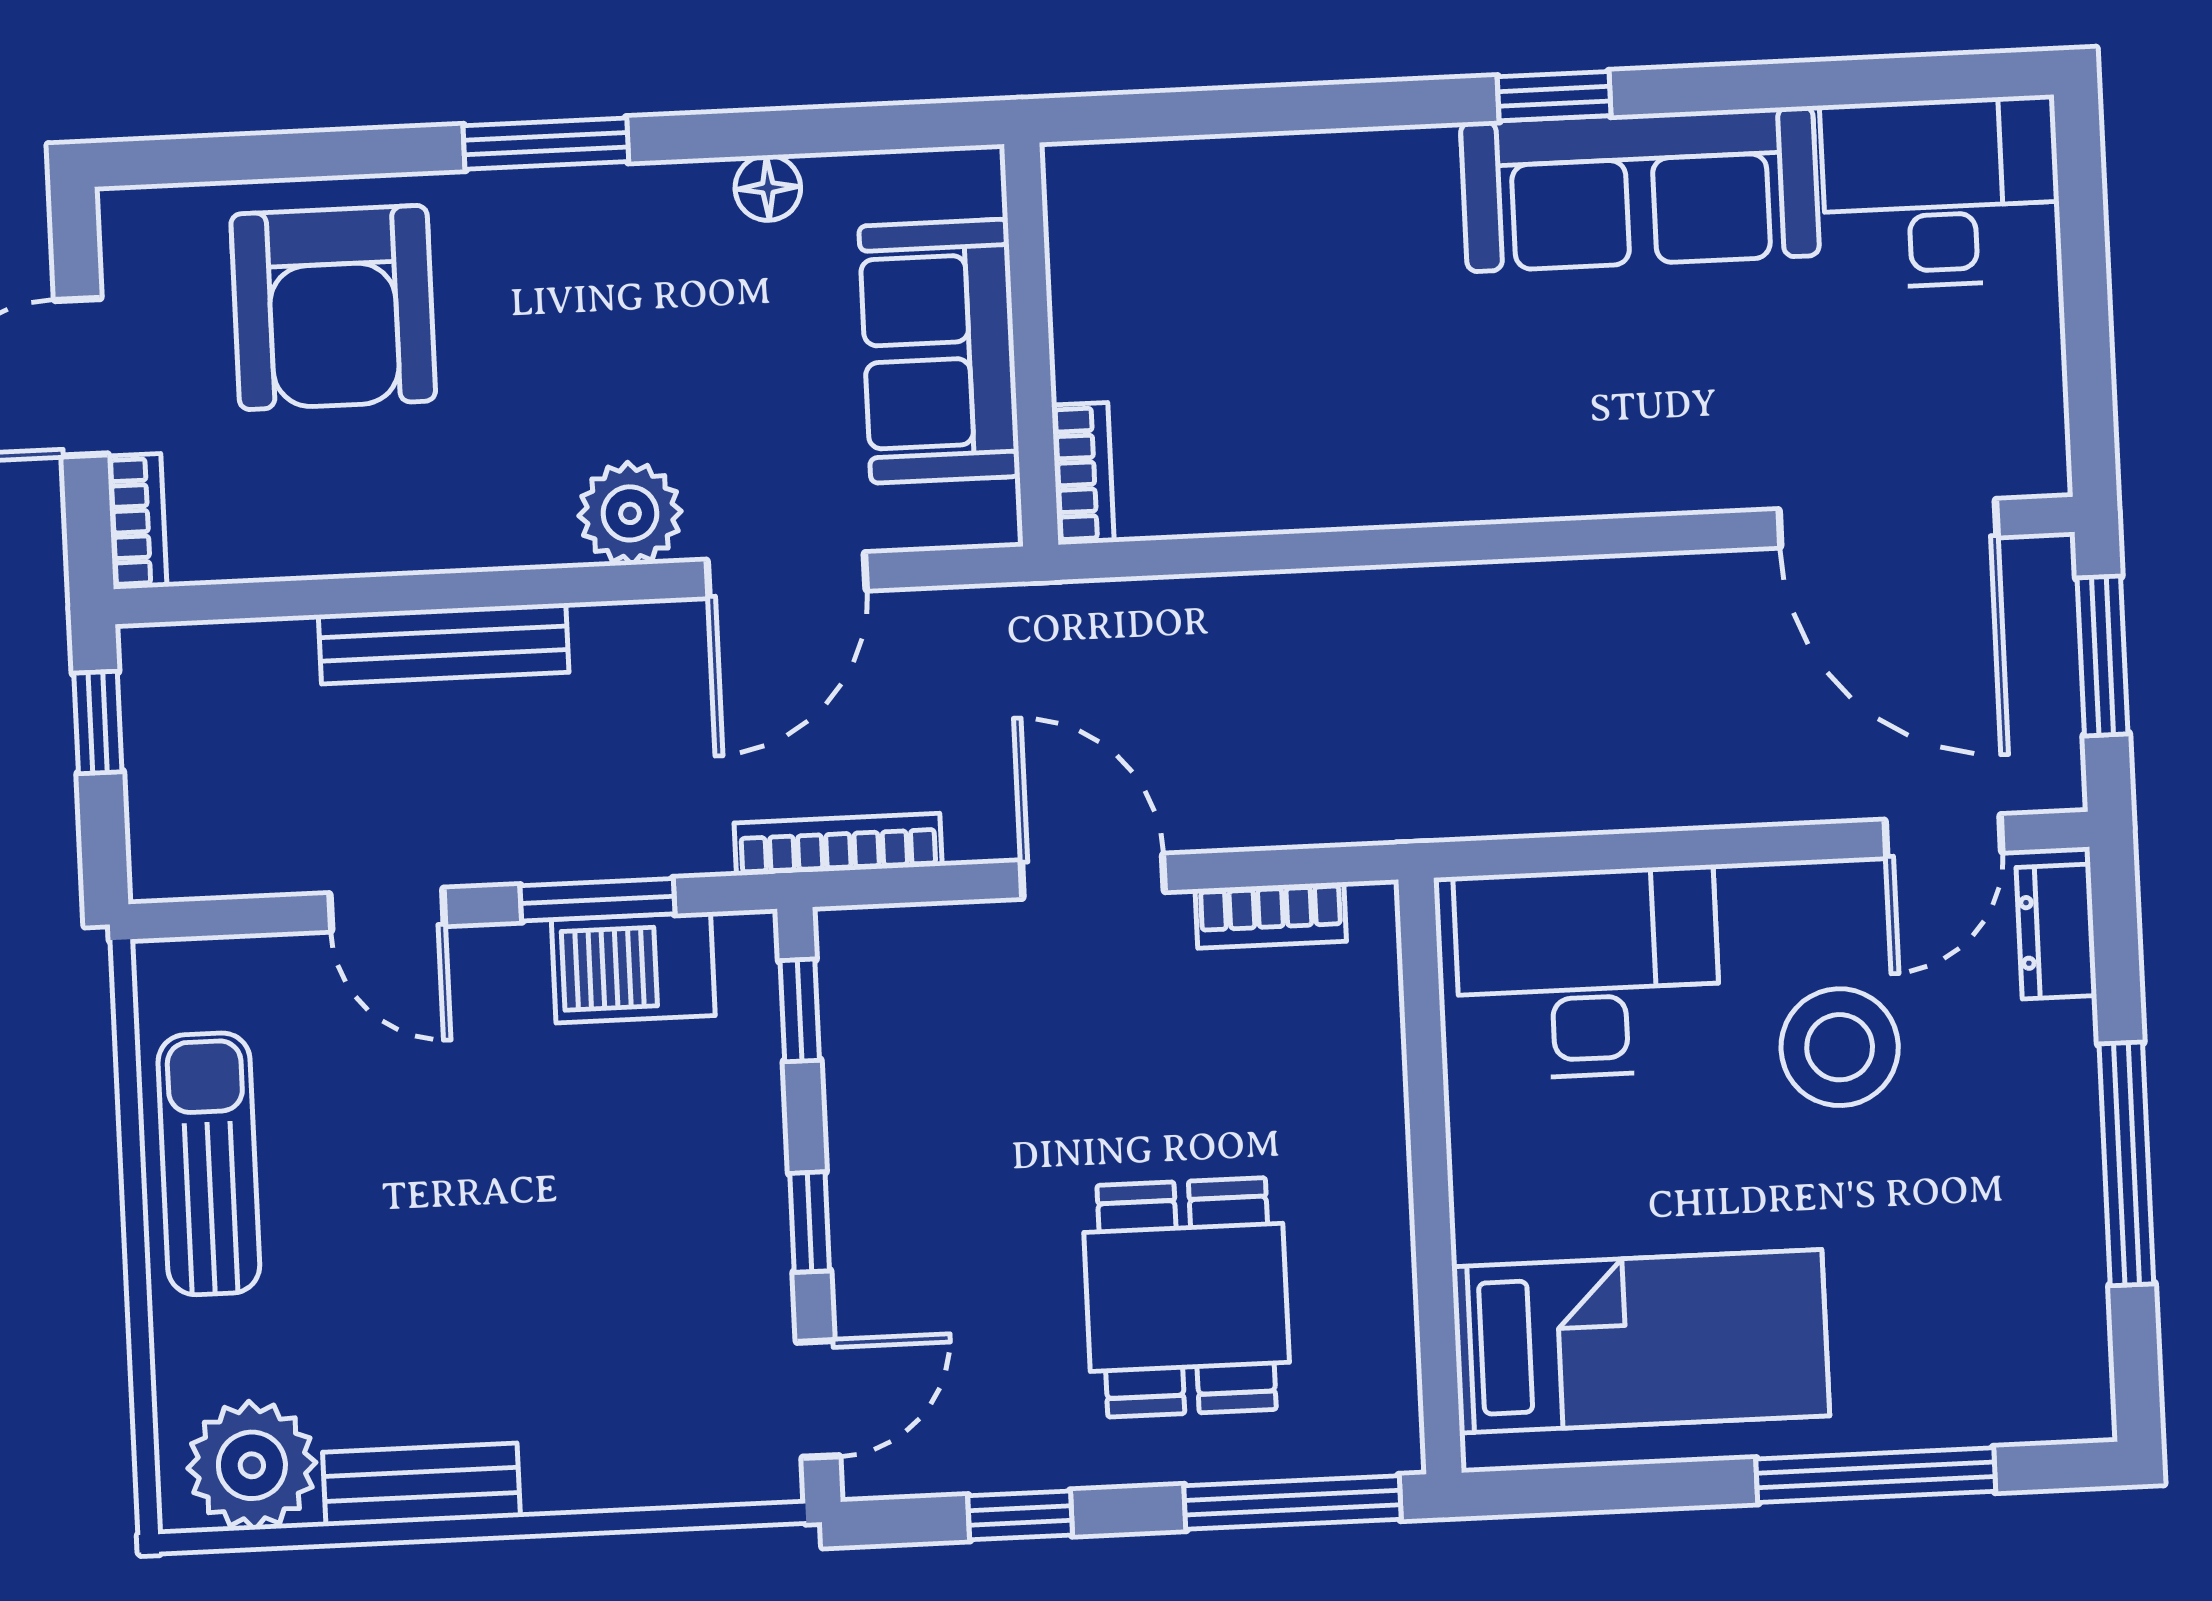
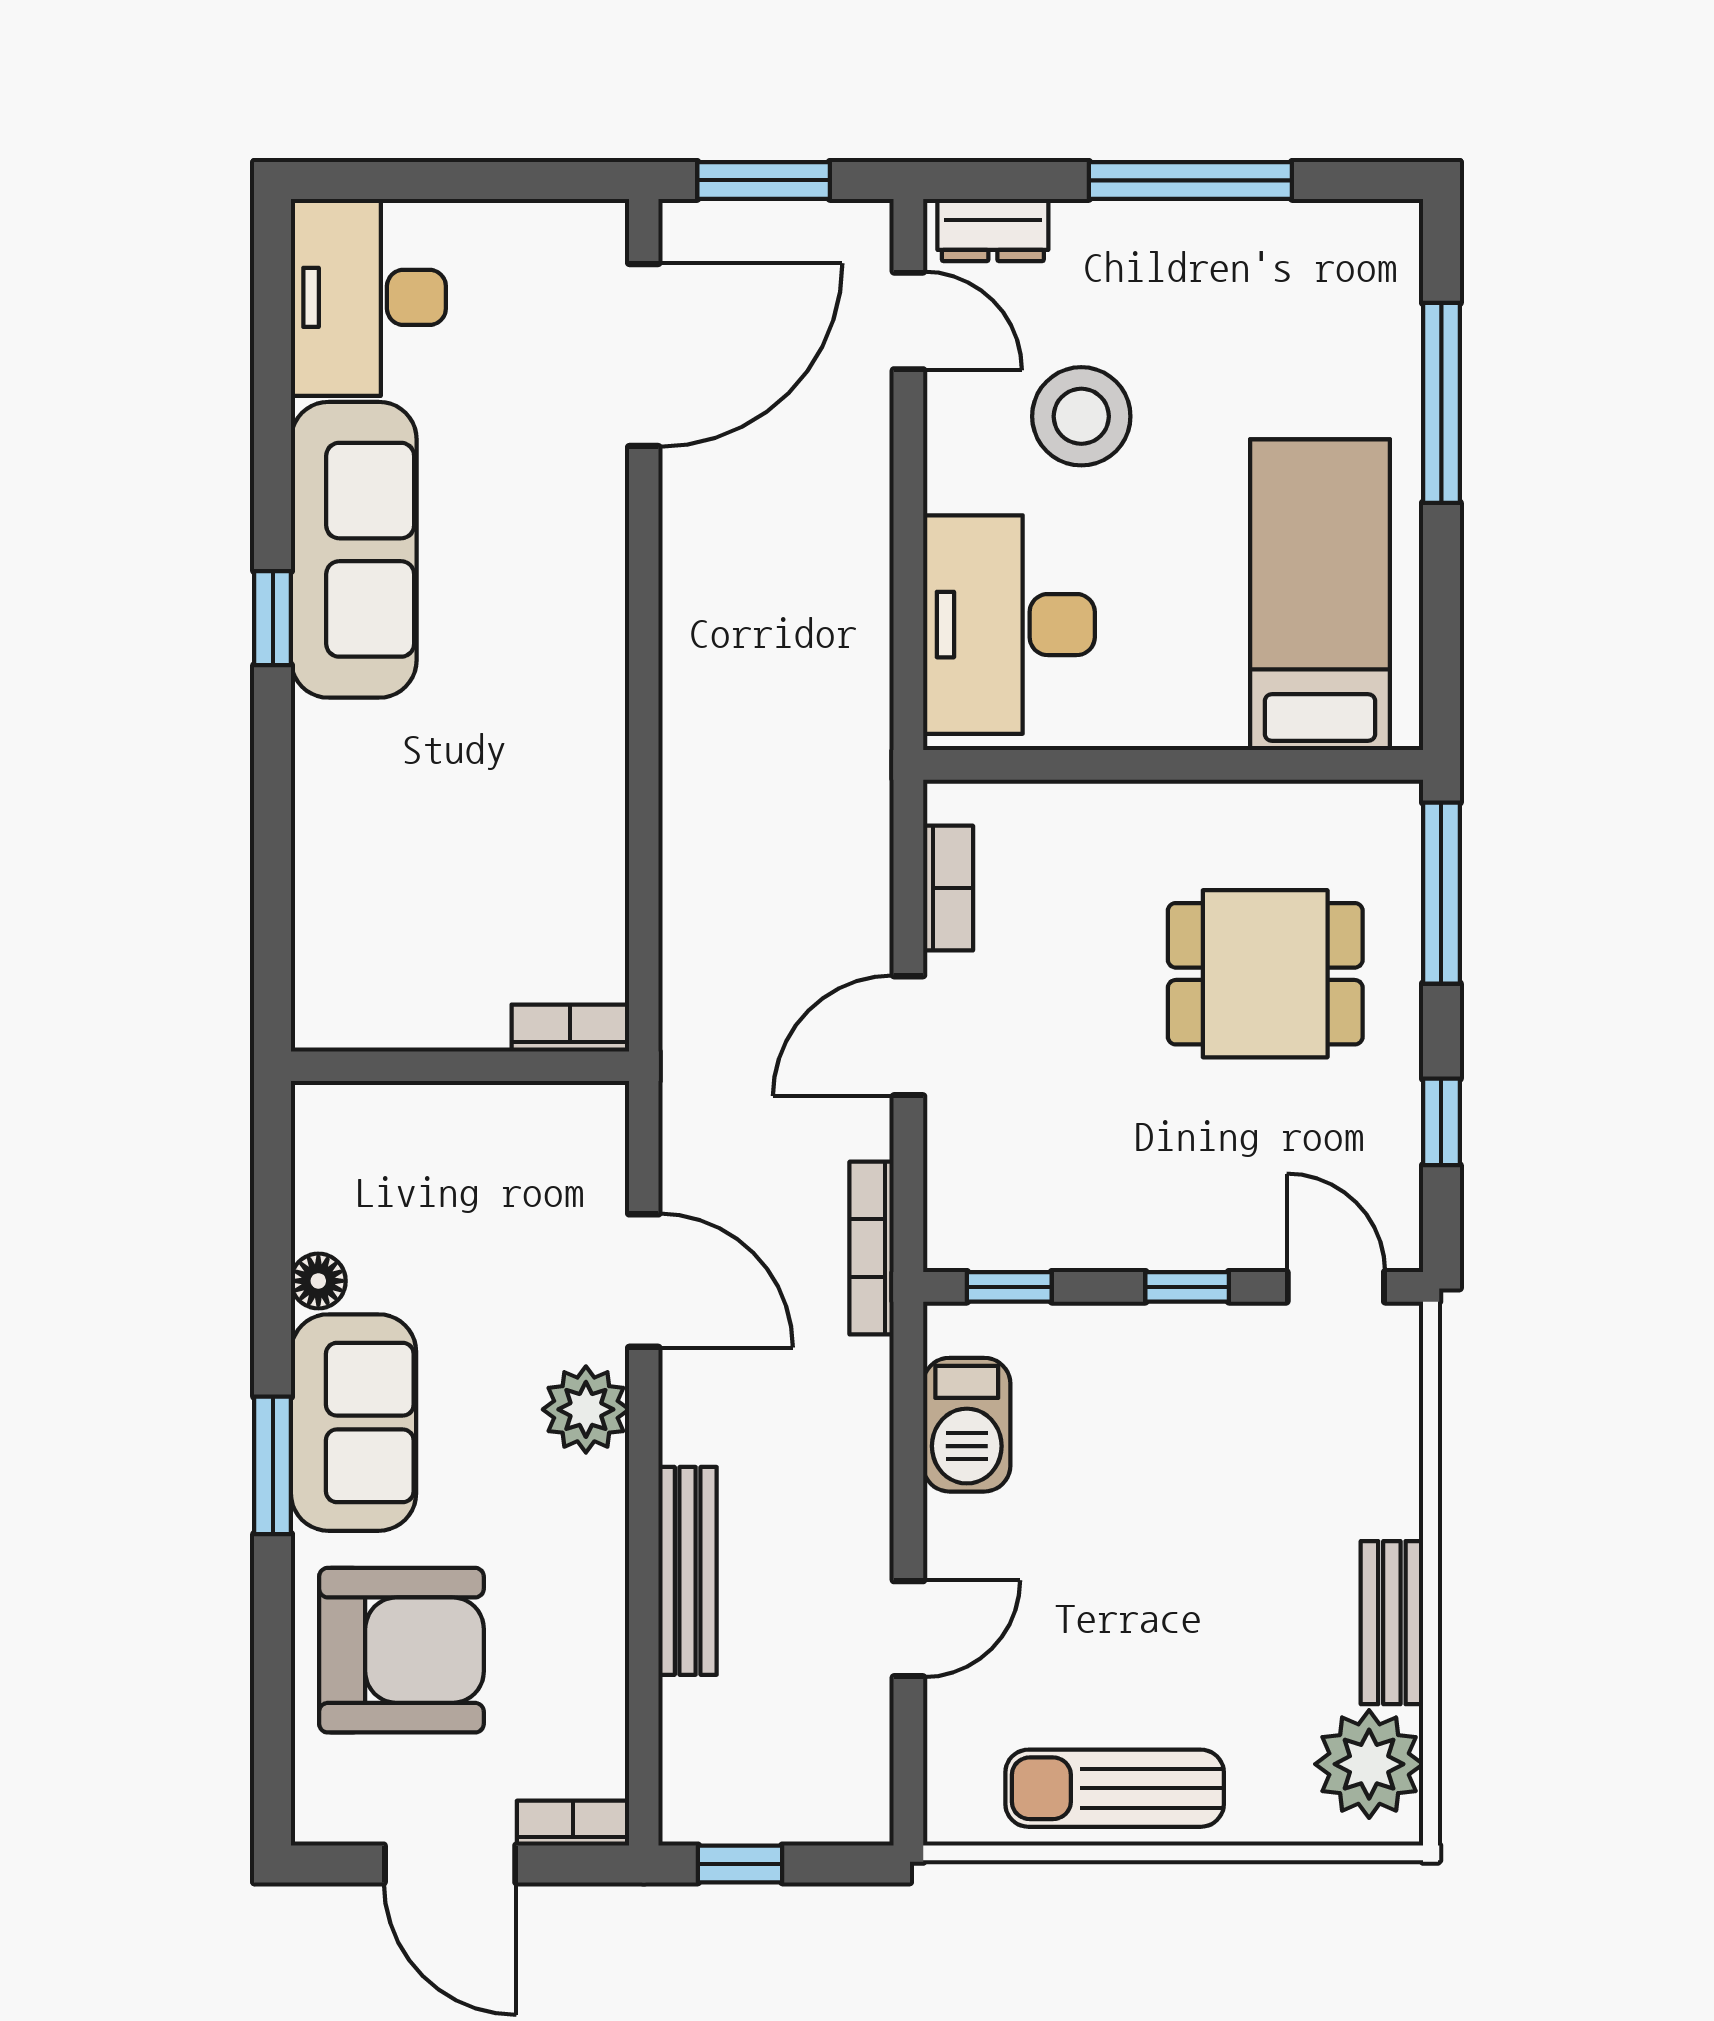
sofa: (939, 351) -> (354, 1423), moved, turned -90
window: (598, 900) -> (908, 1452), removed

